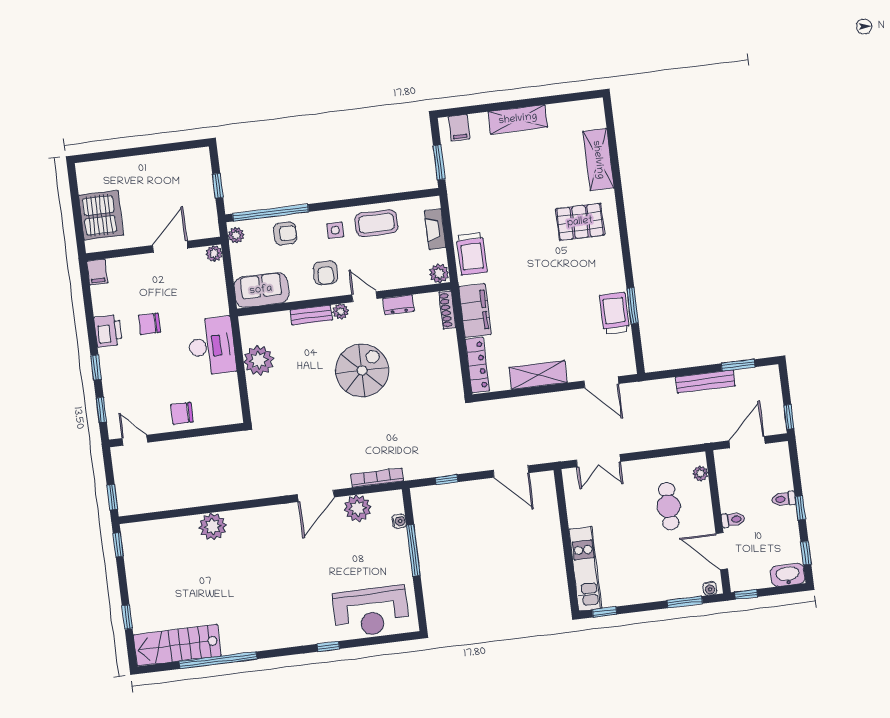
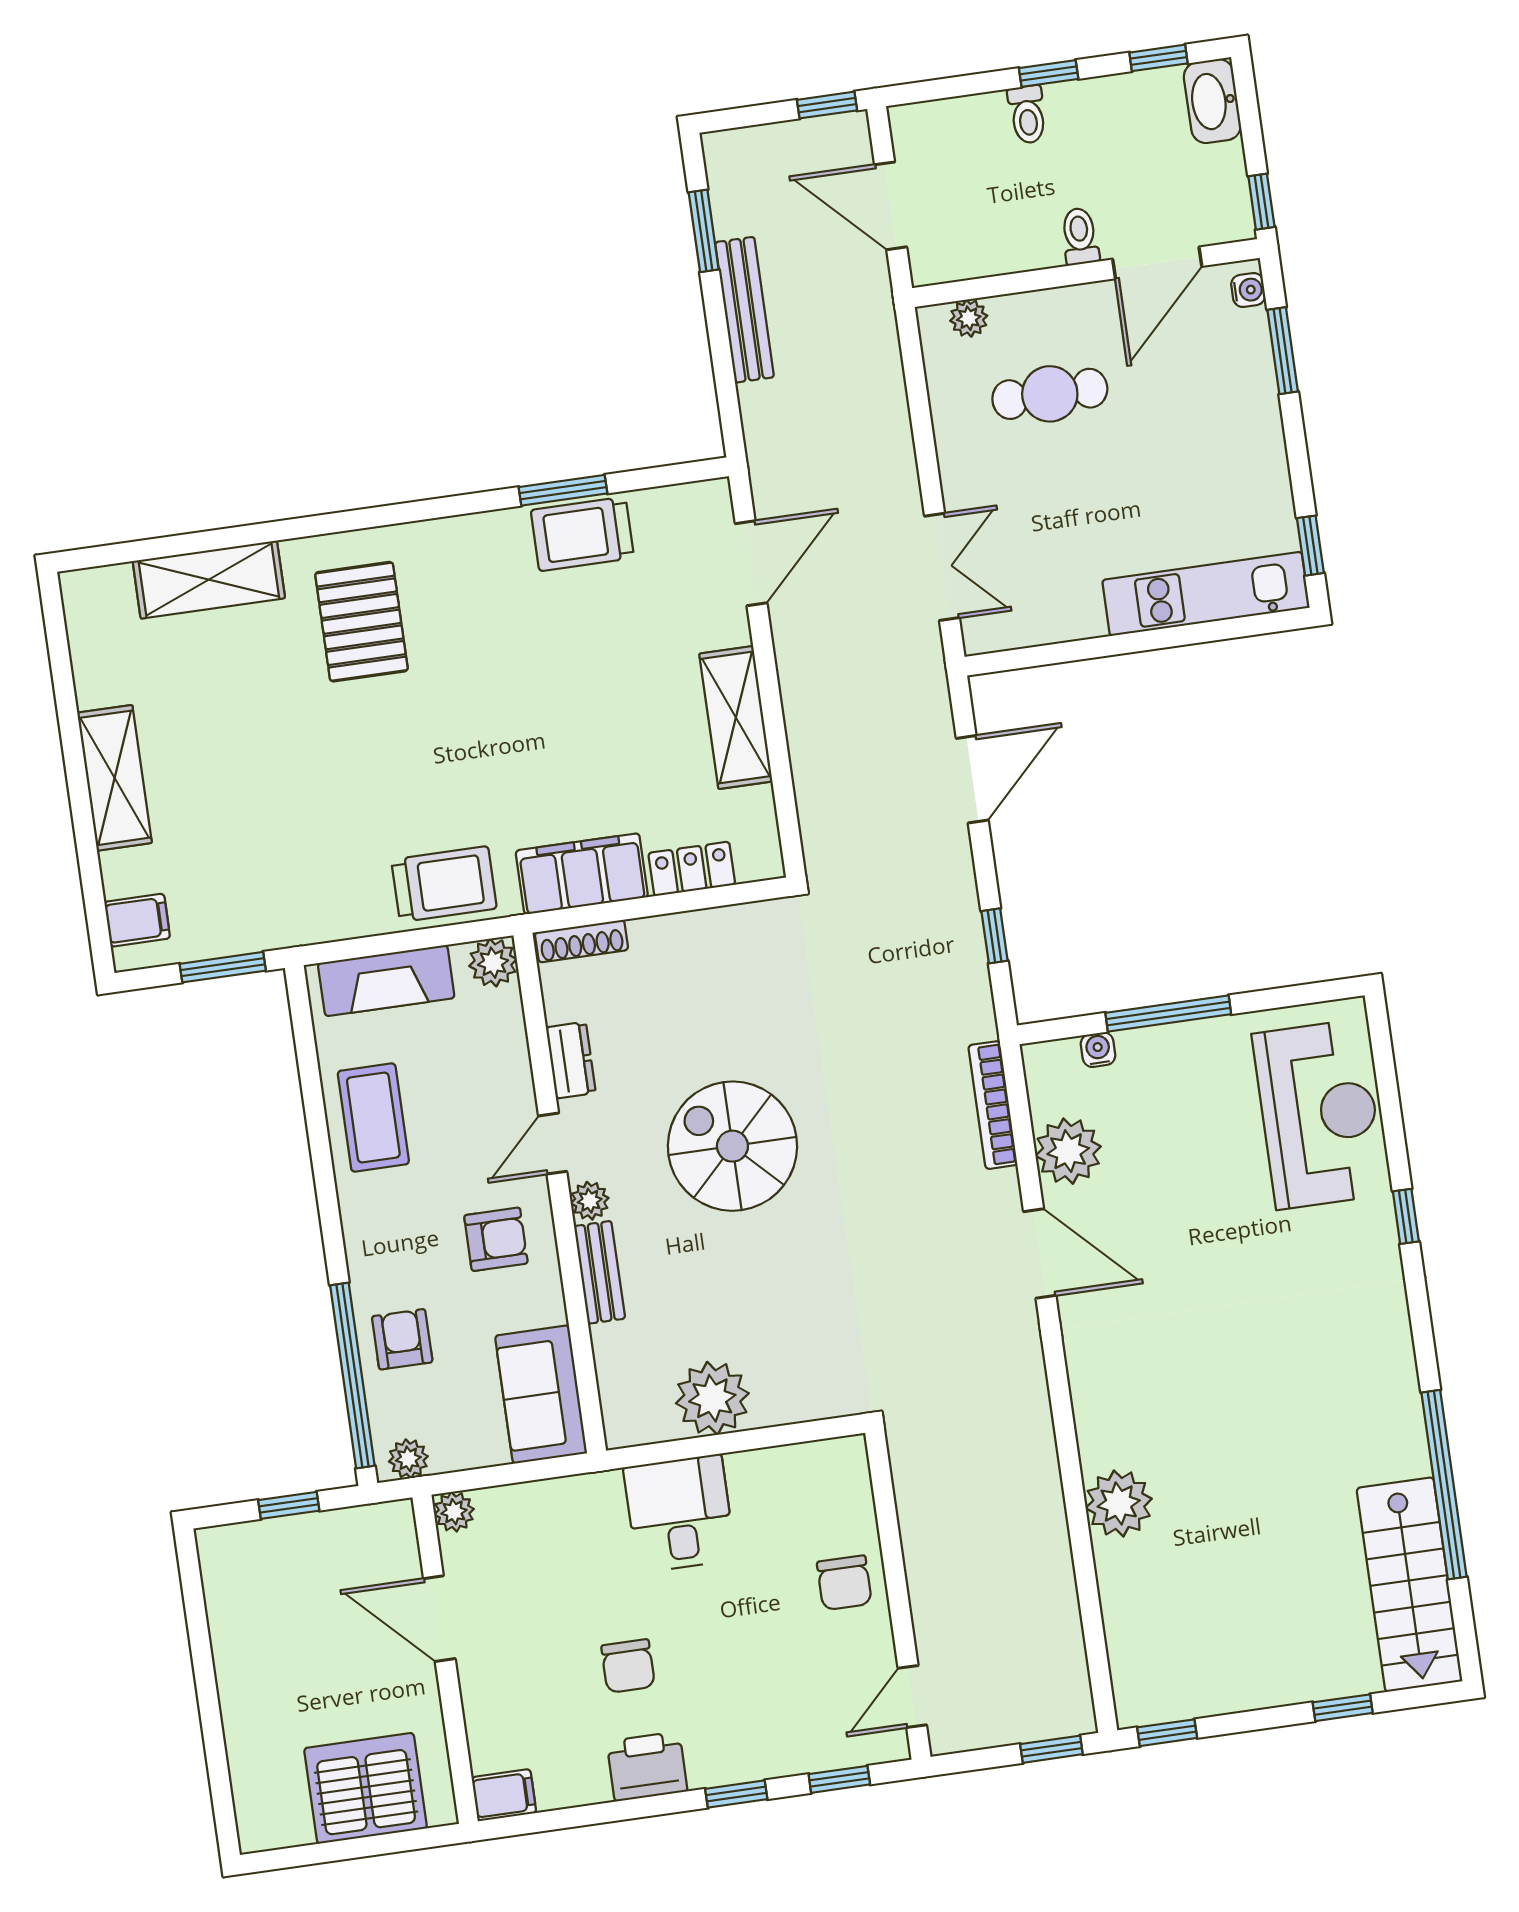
fireplace: (435, 229) -> (386, 981), width x1.37, depth x1.32
side table: (335, 230) -> (392, 1217), removed
desk: (212, 346) -> (679, 1514), width x0.73
locker: (477, 365) -> (692, 869), width x0.66

